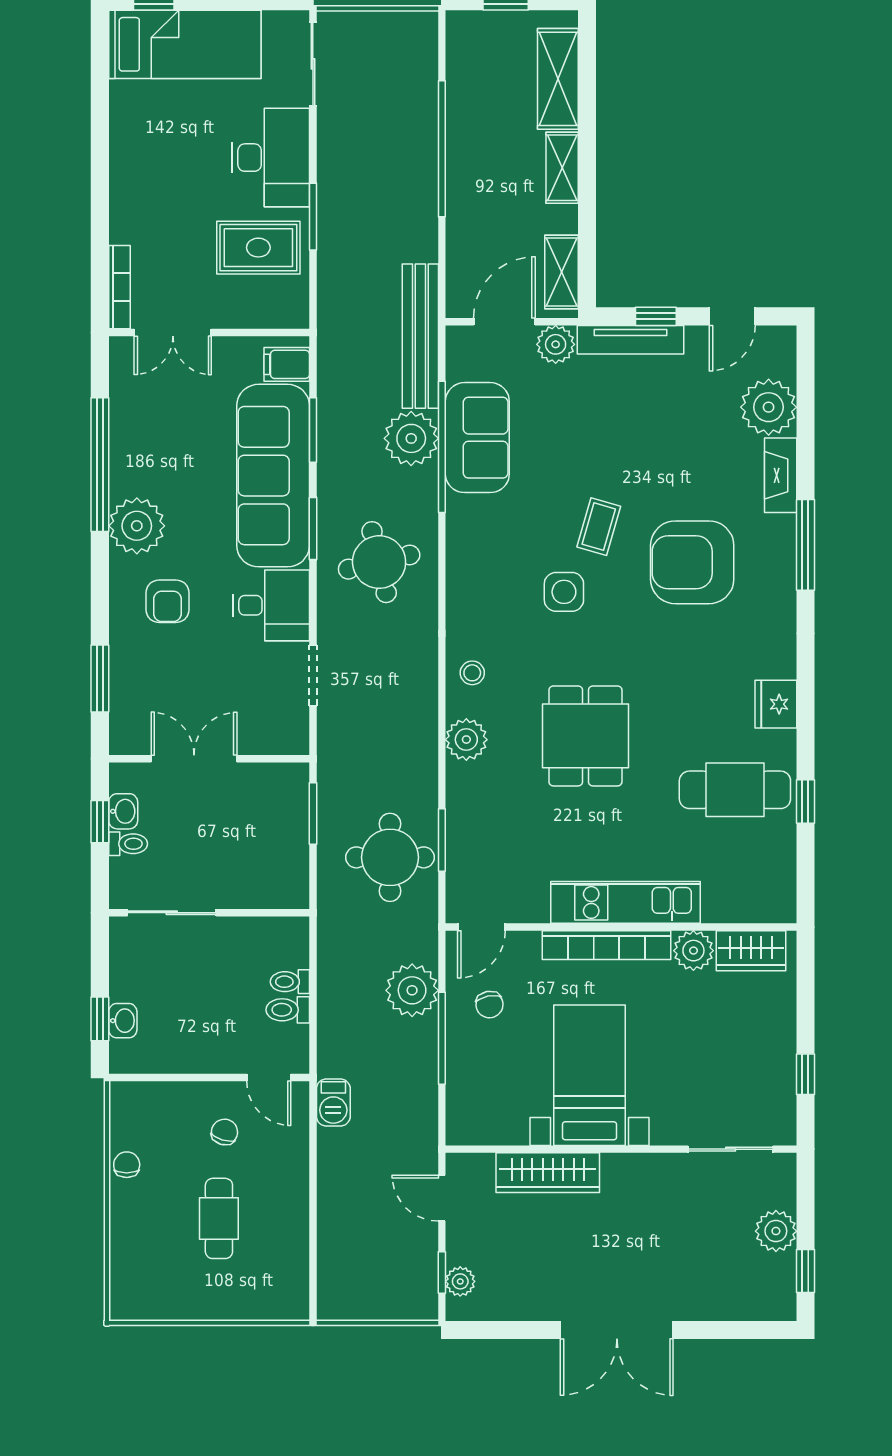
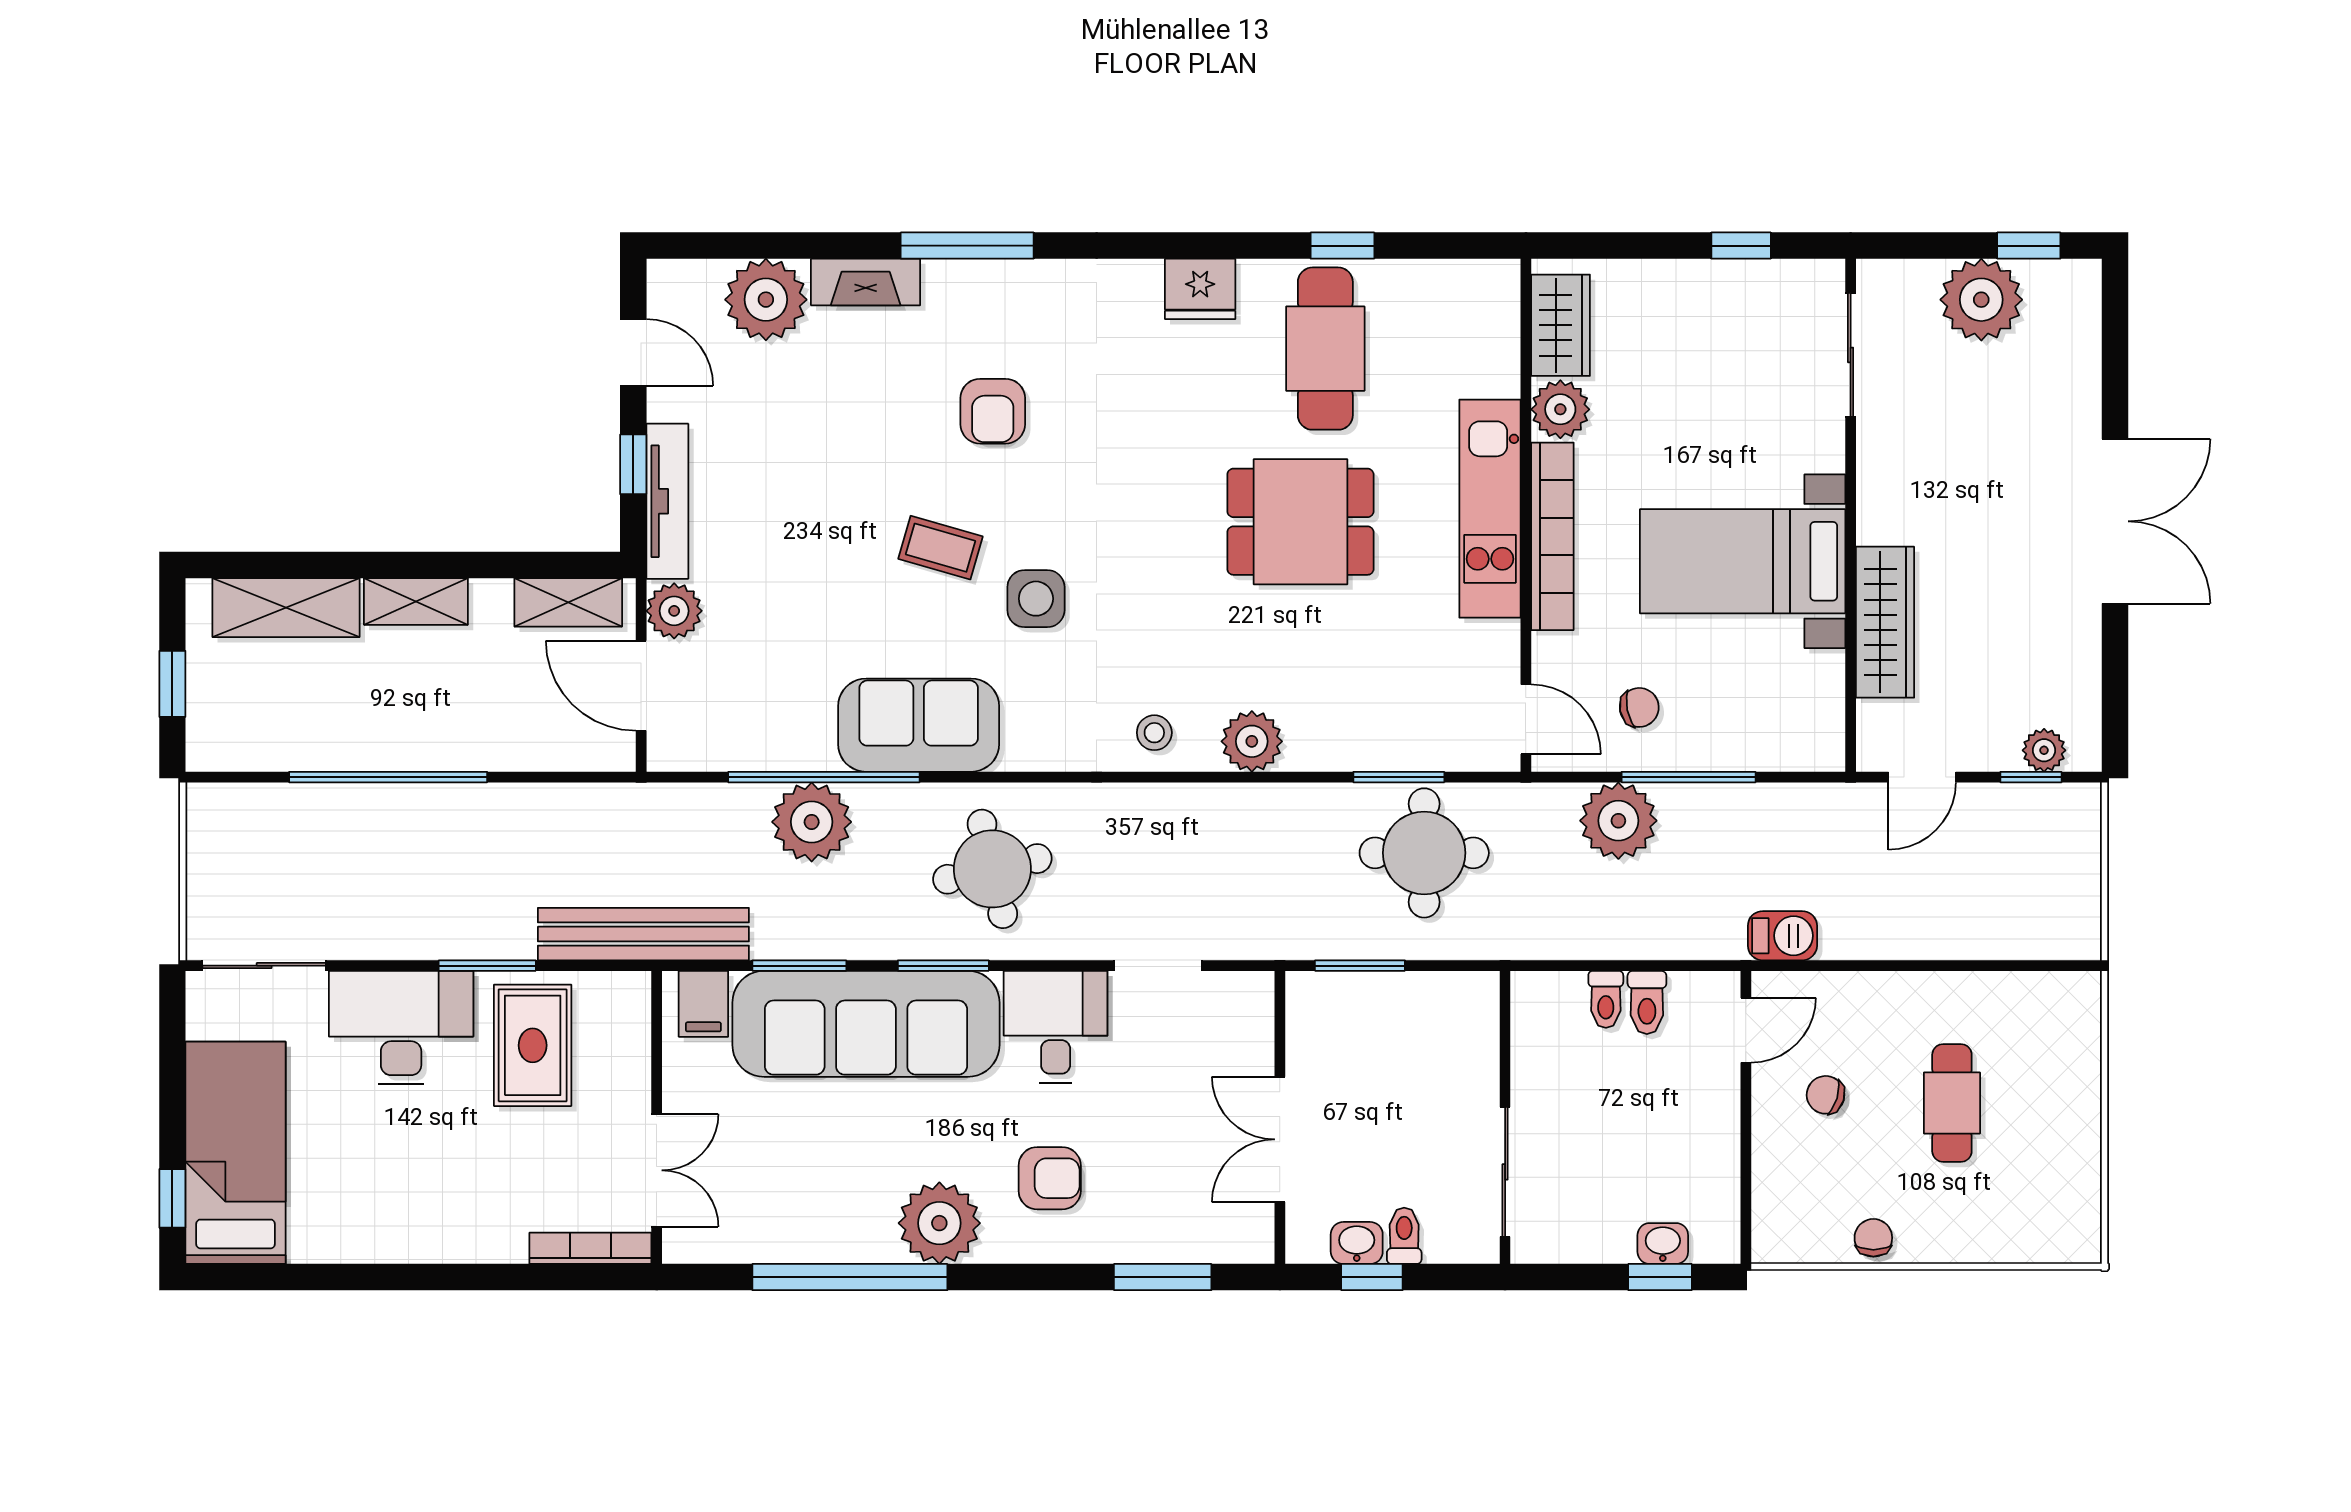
bench: (420, 336) -> (643, 934), moved
sofa: (477, 438) -> (919, 725), moved
armchair: (692, 562) -> (993, 411), width x0.53, depth x0.53
dining table: (585, 736) -> (1300, 522), moved
chair: (127, 1165) -> (1873, 1238), turned 90
cafe table: (219, 1218) -> (1952, 1103), turned 90
plant: (776, 1231) -> (1981, 300), width x1.36, depth x1.36

